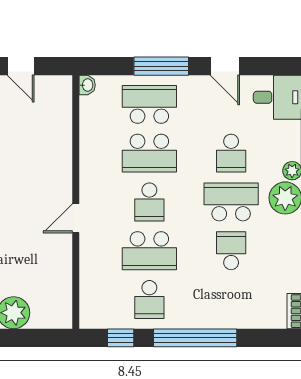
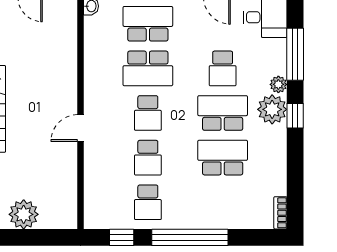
school desk: (149, 251) -> (148, 158), width x0.54
school desk: (231, 251) -> (223, 158), width x1.85

